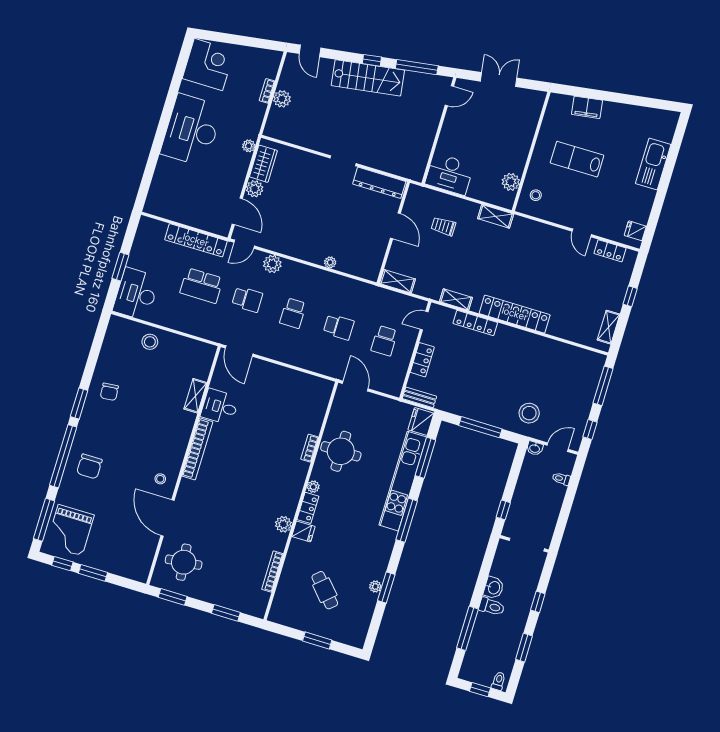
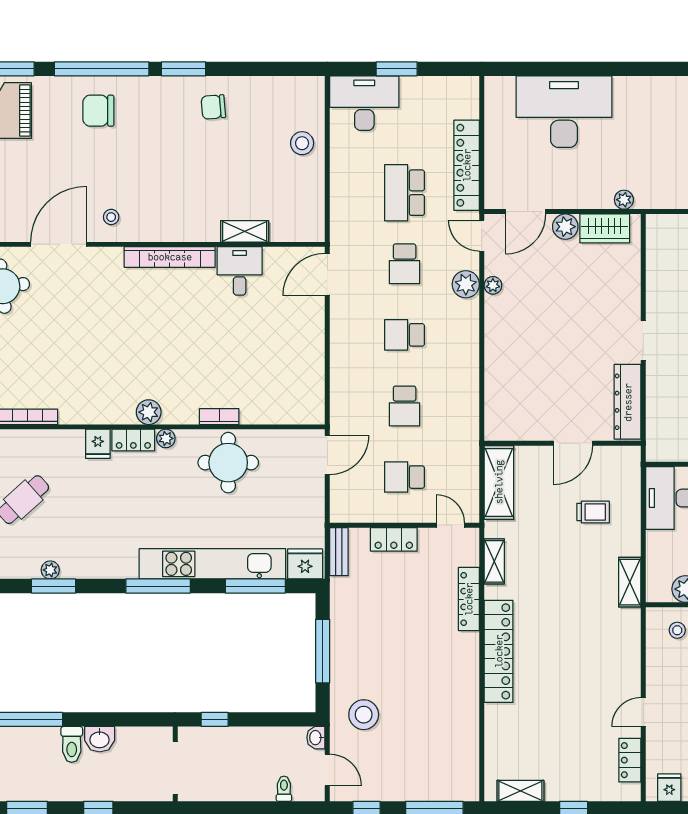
desk: (192, 130) -> (564, 112), moved
trolley: (443, 226) -> (593, 512), turned 90
plant: (330, 262) -> (493, 285), moved
shelving: (398, 281) -> (499, 482), width x1.50, depth x1.33
plant: (283, 524) -> (149, 412), moved

